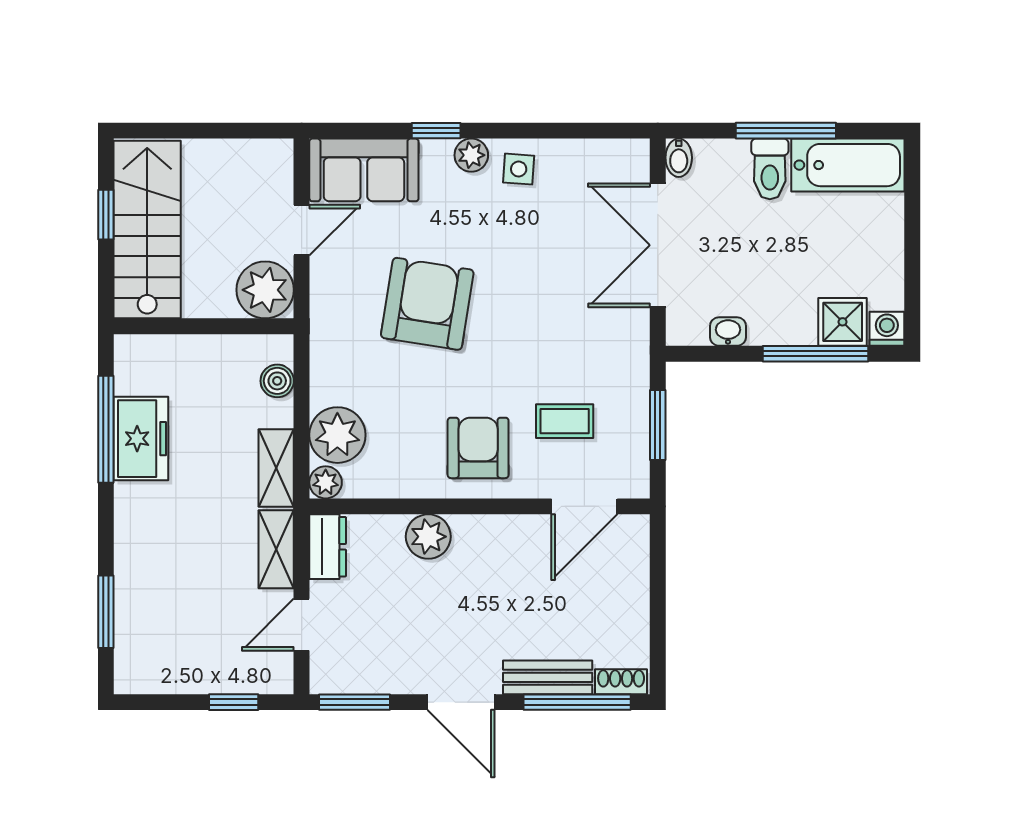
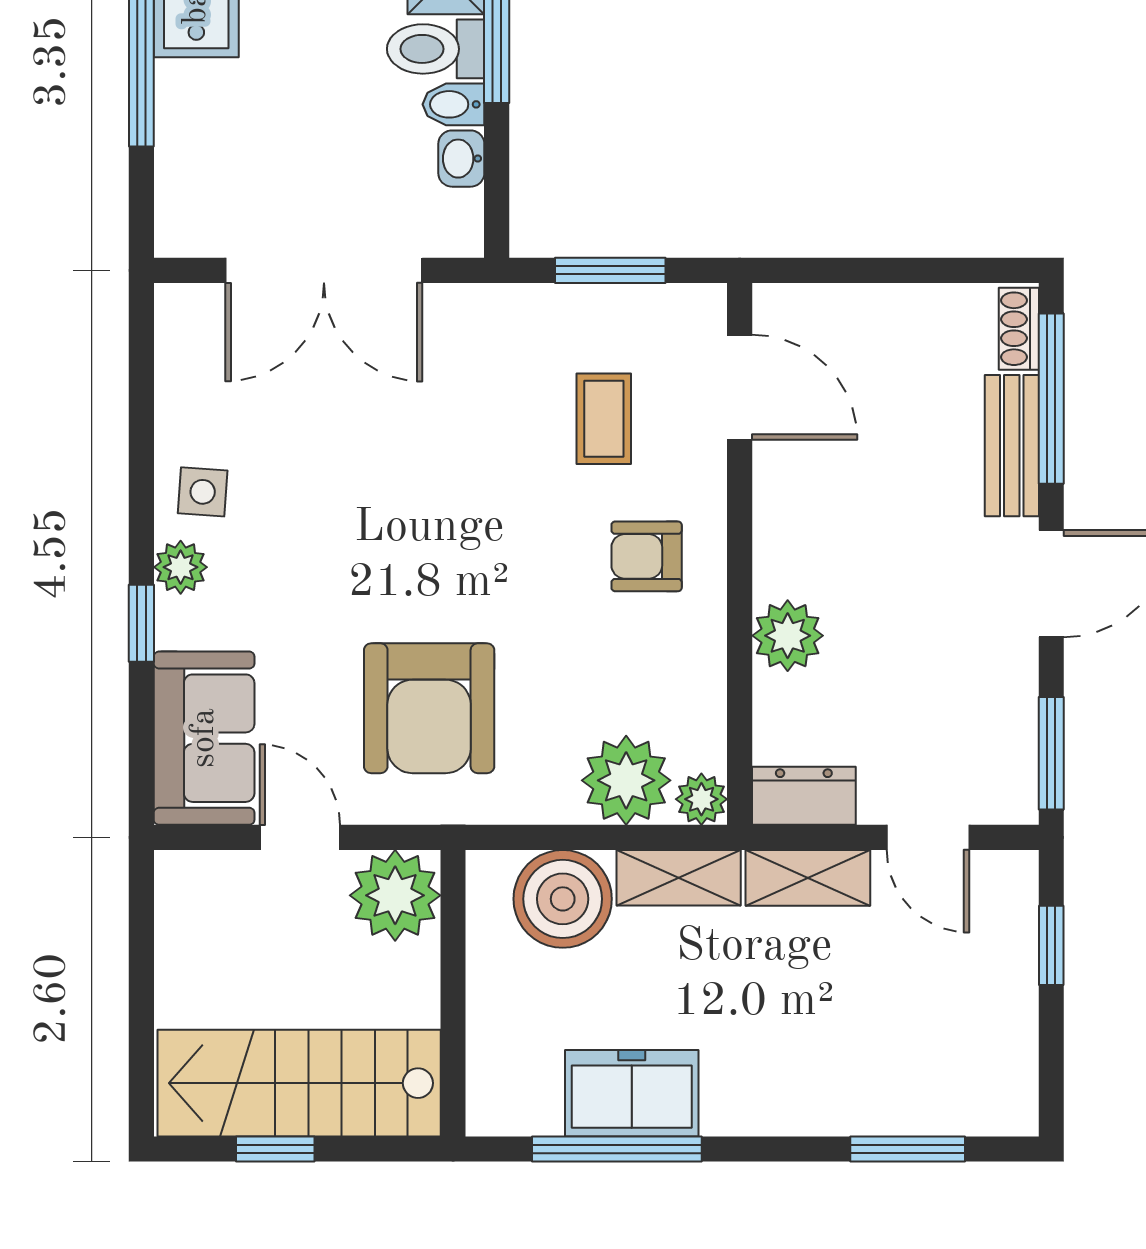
bidet: (679, 158) -> (453, 104), moved, turned 180
toilet: (770, 169) -> (436, 49), moved, turned 180
armchair: (427, 304) -> (429, 708), moved, turned -99
boiler: (277, 381) -> (563, 899), width x1.86, depth x1.86
armchair: (478, 448) -> (647, 556), width x0.72, depth x0.72

